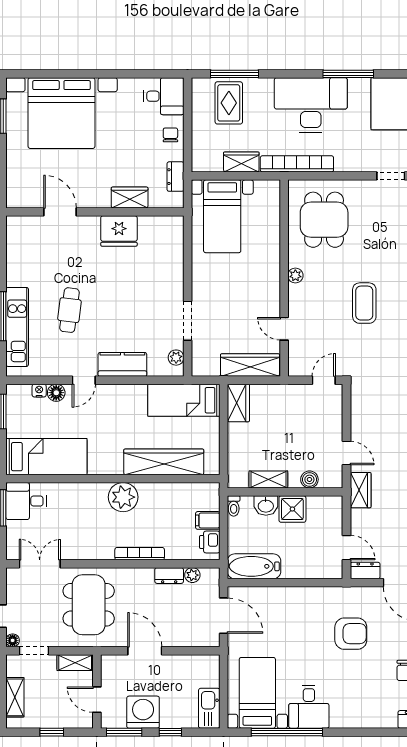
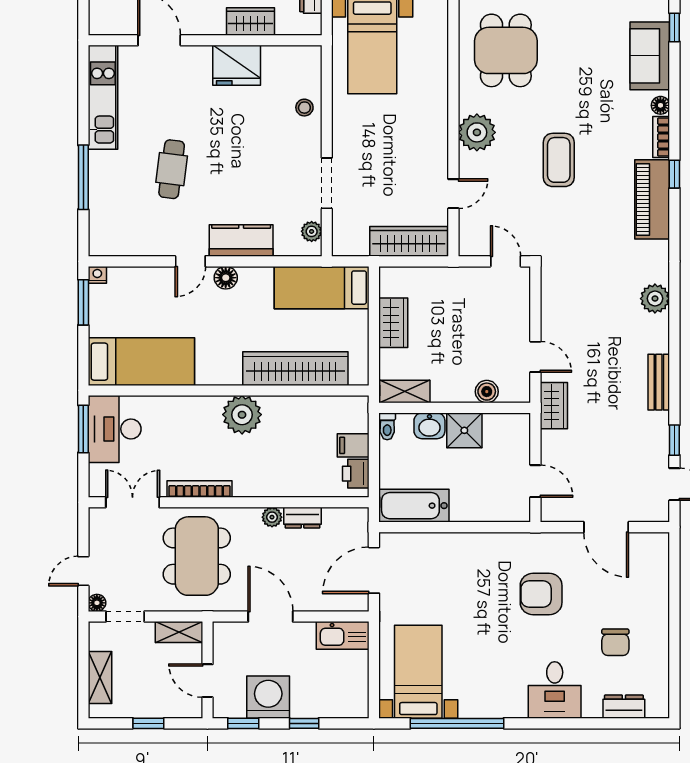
stool: (171, 263) -> (304, 108), added
plant: (295, 276) -> (477, 132), width x1.88, depth x1.88
kitchen unit: (17, 327) -> (103, 97), moved
door: (284, 329) -> (453, 194), swing flipped
door: (324, 380) -> (506, 261), hinge flipped
nightstand: (39, 391) -> (97, 275), moved
floor lamp: (56, 393) -> (226, 278), moved
wardrobe: (238, 403) -> (393, 323), moved
shelving: (268, 479) -> (405, 392), moved
desk: (26, 501) -> (115, 429), width x1.37
bookcase: (140, 554) -> (200, 489), moved
dresser: (365, 571) -> (560, 511), removed
plant: (192, 575) -> (272, 517), moved
door: (224, 616) -> (374, 570), swing flipped
armchair: (351, 634) -> (541, 594), turned 180
desk: (309, 707) -> (555, 690), moved
kitchen sink: (209, 708) -> (343, 635), moved, turned -90
window: (124, 732) -> (243, 723), width x0.67

